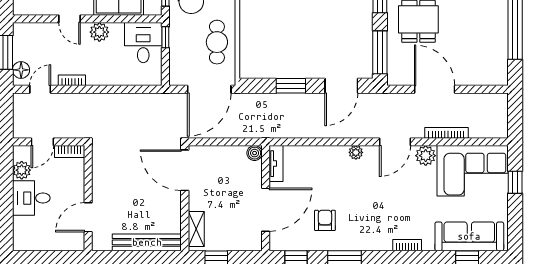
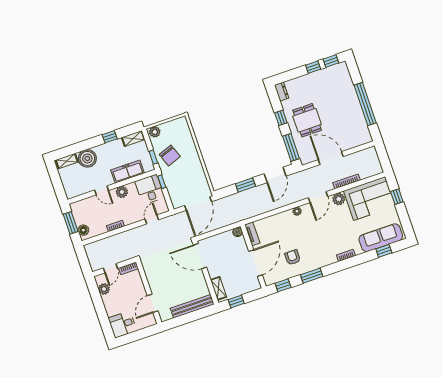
cafe table: (217, 42) -> (193, 174), removed
door: (40, 89) -> (152, 219), moved
desk: (31, 198) -> (122, 324), moved

